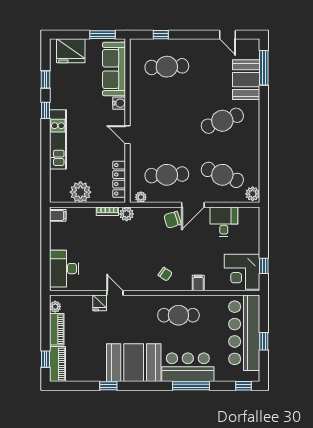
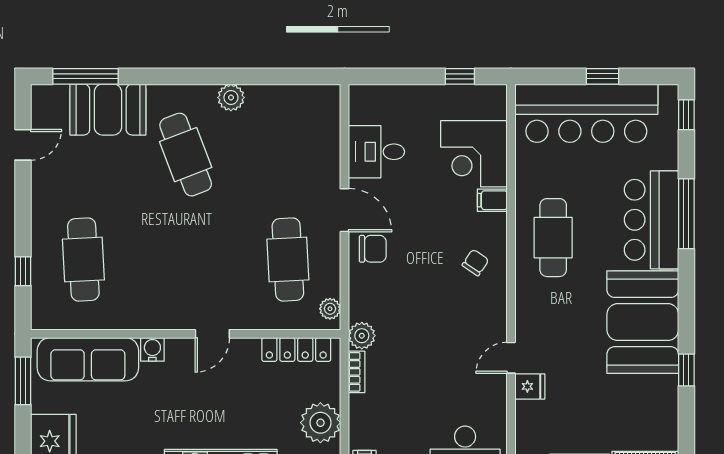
cafe table: (222, 175) -> (288, 155), removed
plant: (253, 194) -> (231, 98), moved
chair: (172, 220) -> (373, 249), turned -73
corner desk: (242, 272) -> (474, 154), moved, turned 90

